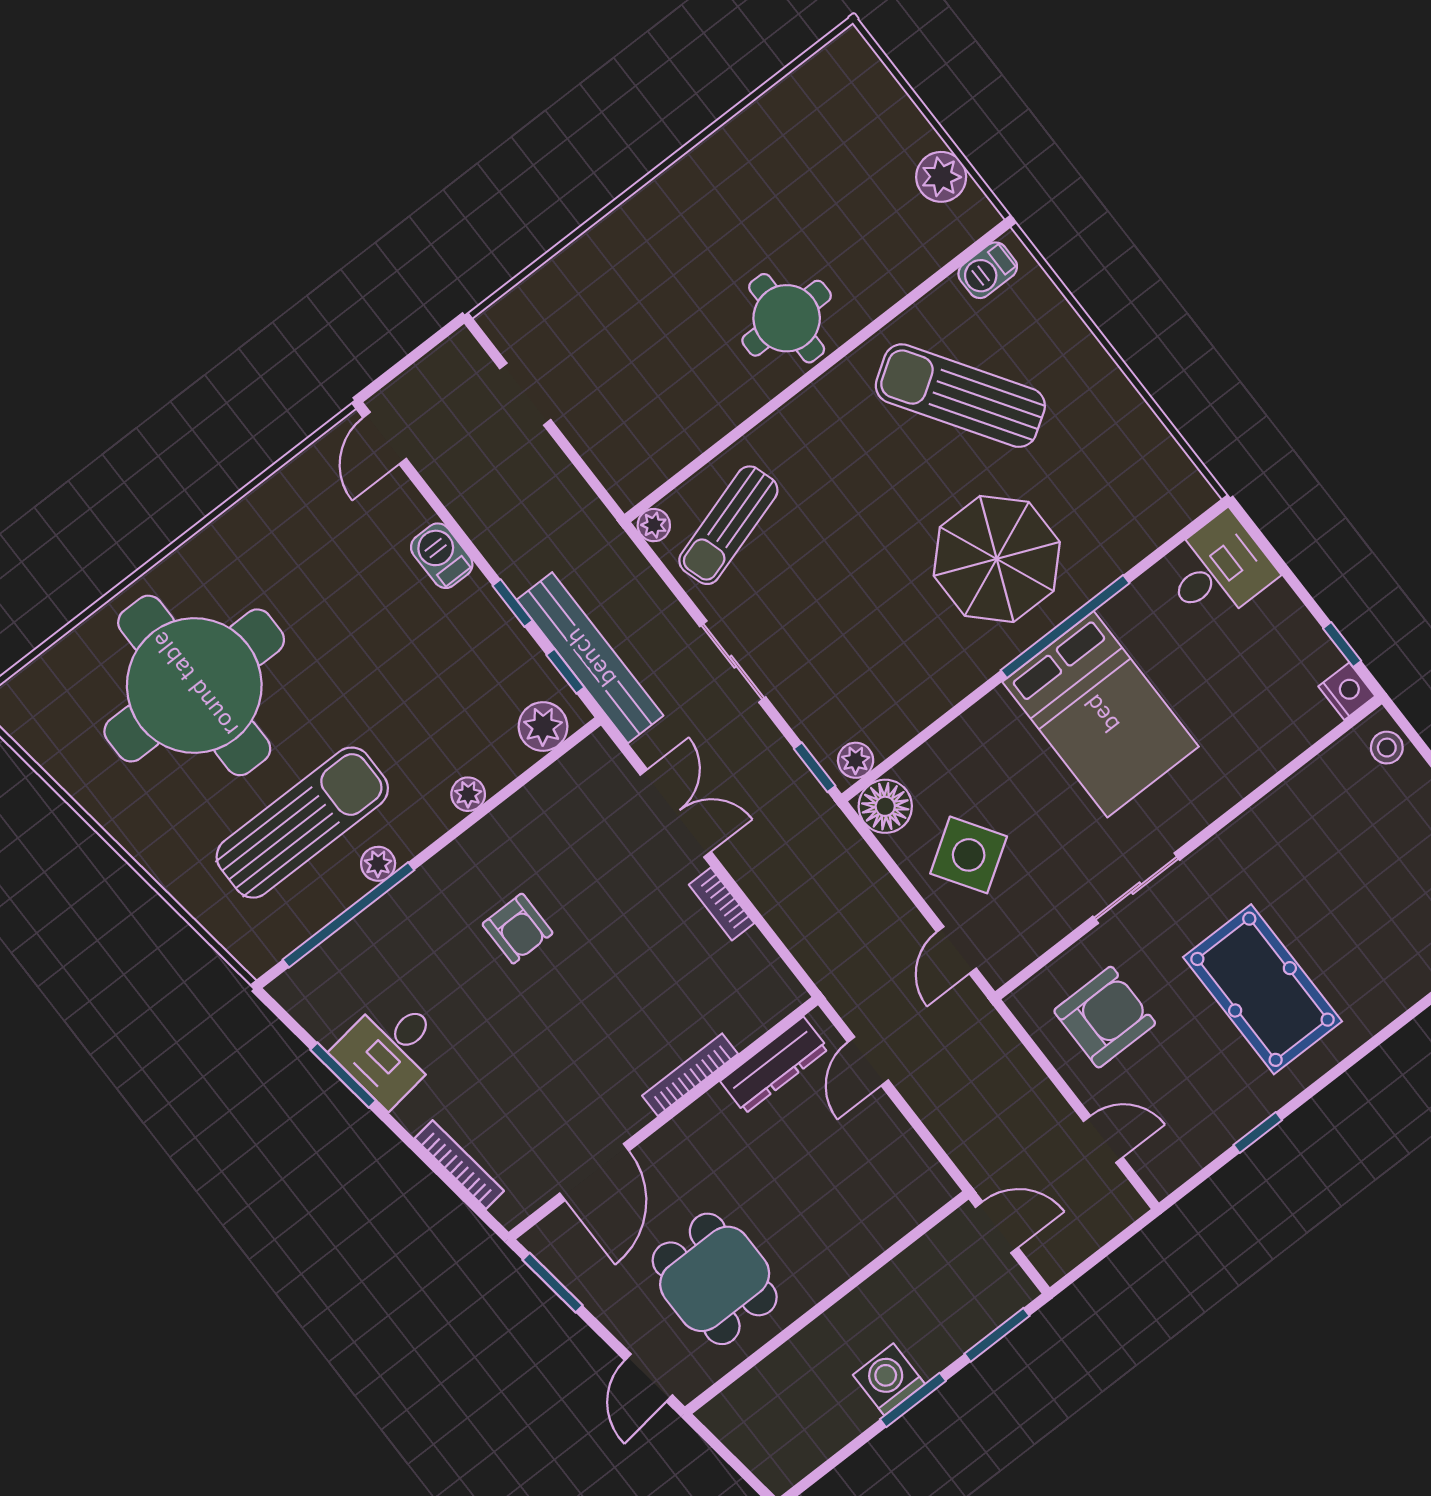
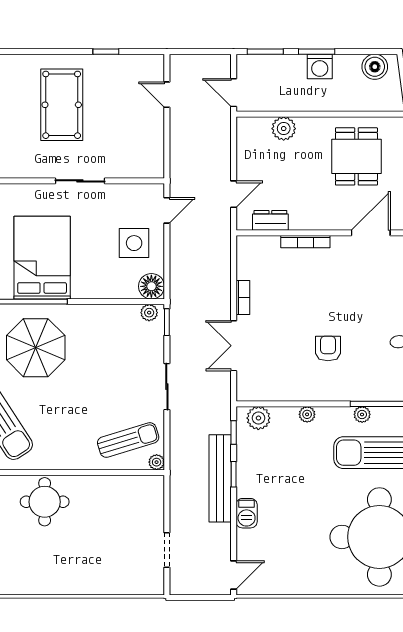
bench: (590, 658) -> (220, 478), moved
side table: (969, 855) -> (134, 243), turned 33
armchair: (1105, 1017) -> (130, 141), removed
dresser: (774, 1065) -> (270, 220), width x0.70
plant: (869, 1232) -> (284, 129), added
boiler: (799, 1449) -> (375, 67), added

